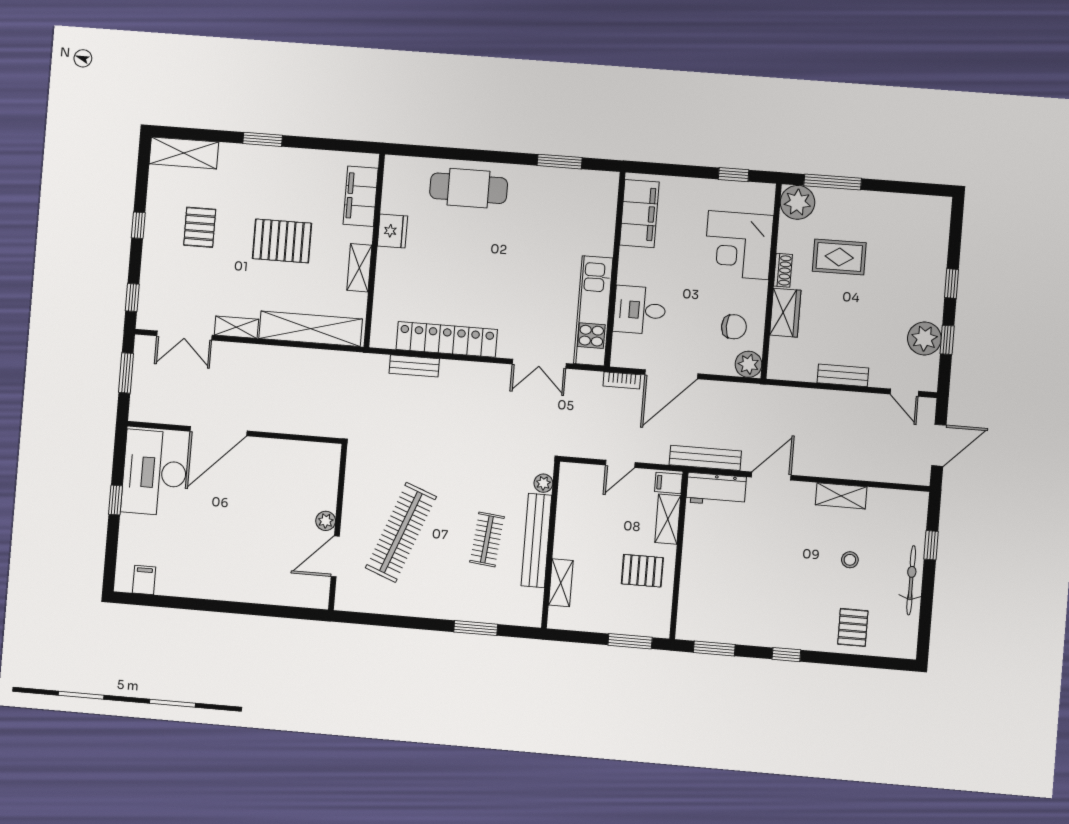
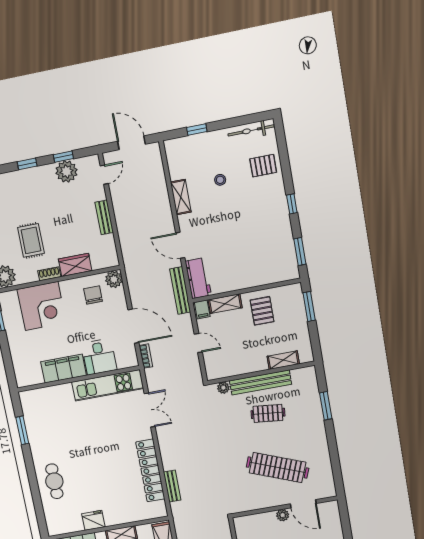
cafe table: (469, 188) -> (54, 481), width x0.73, depth x0.74
filing cabinet: (639, 214) -> (64, 369), moved
bicycle: (911, 580) -> (251, 130), moved

